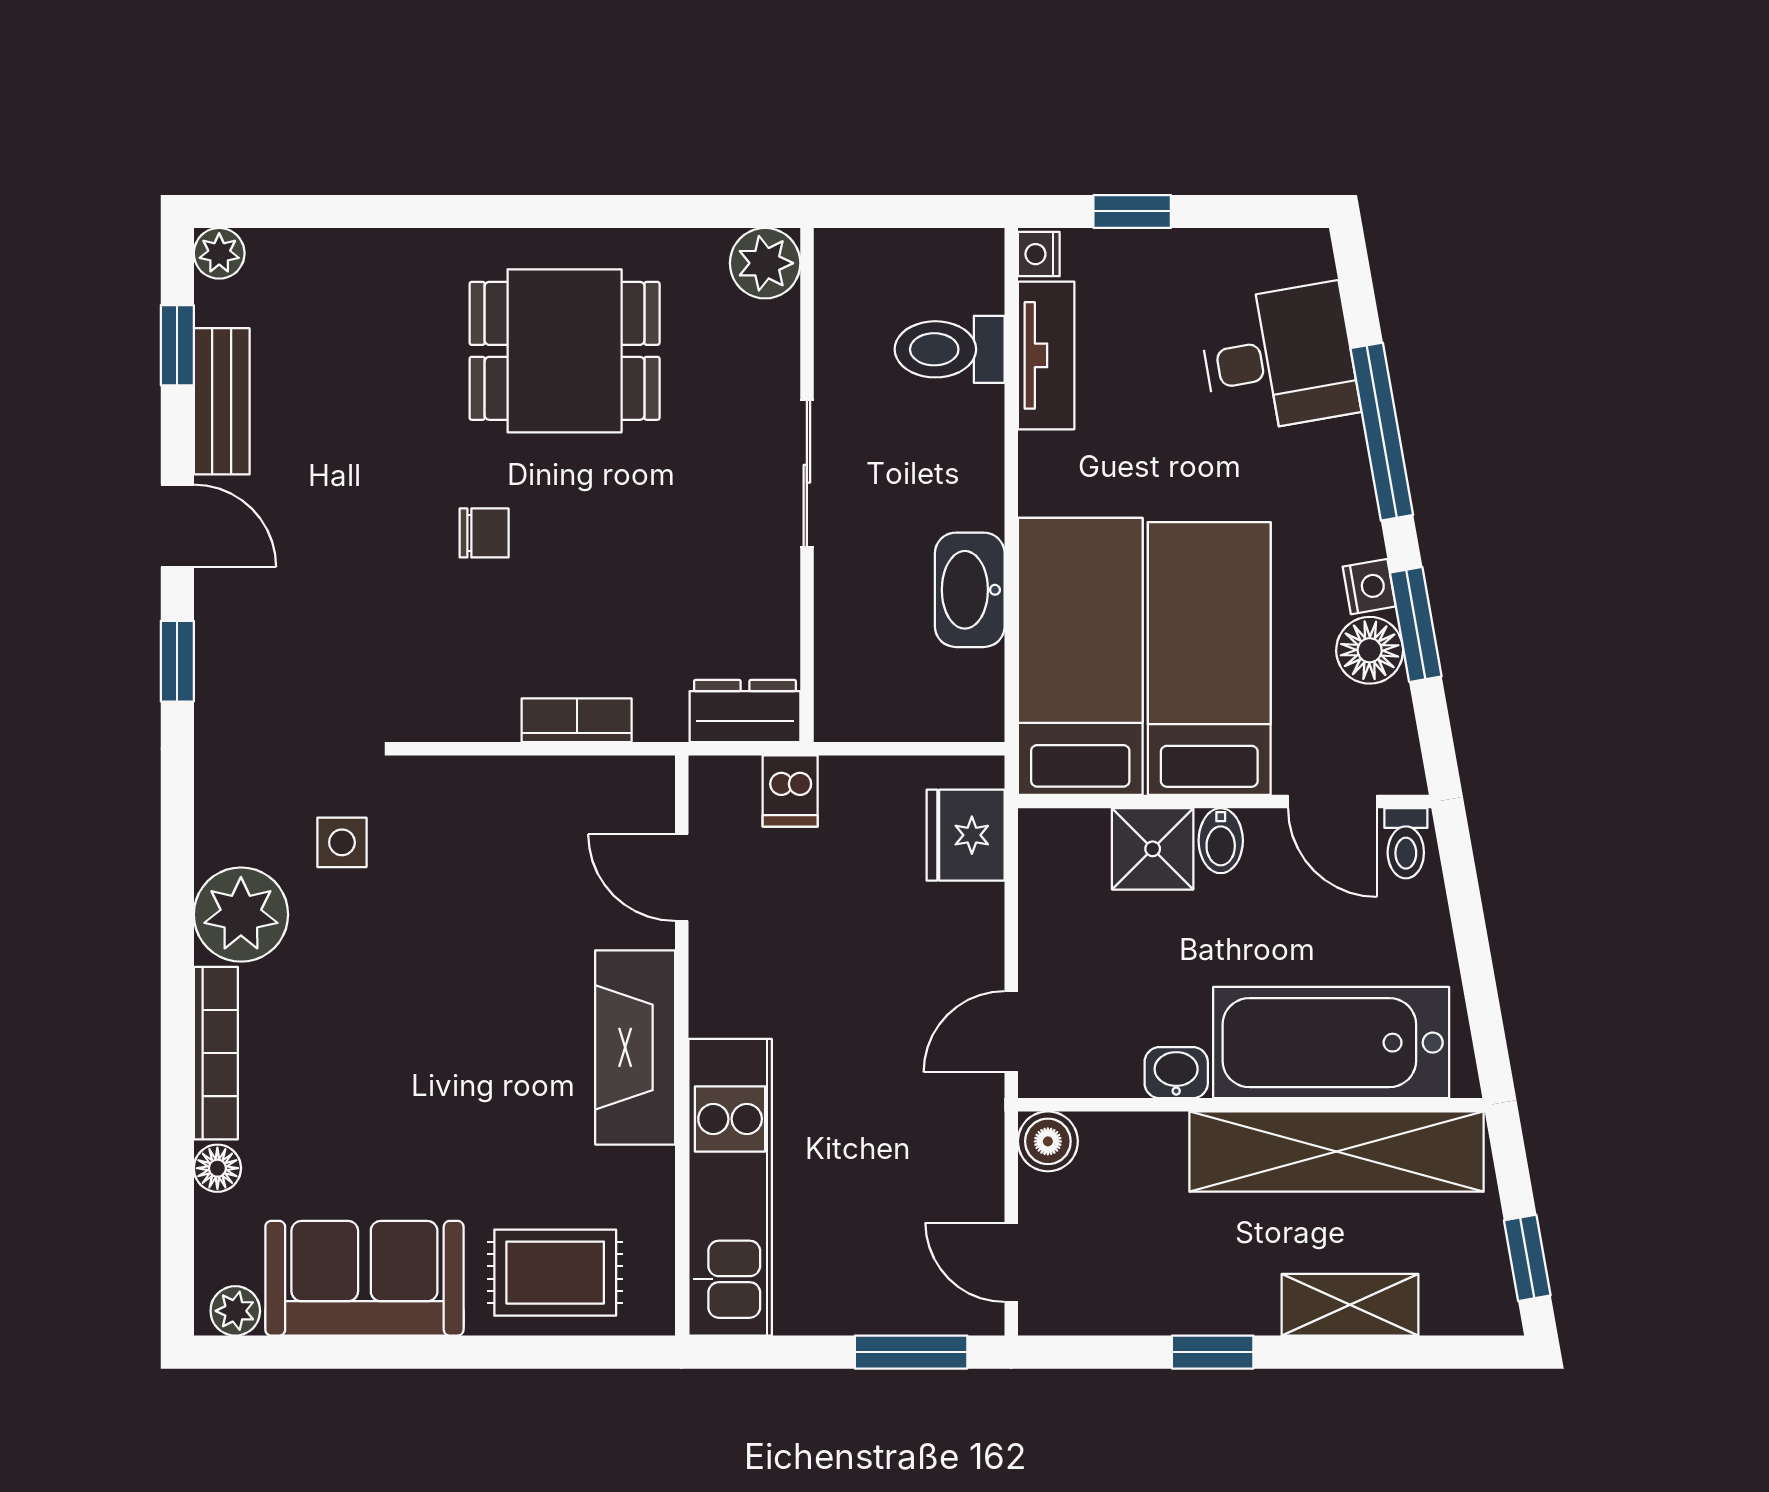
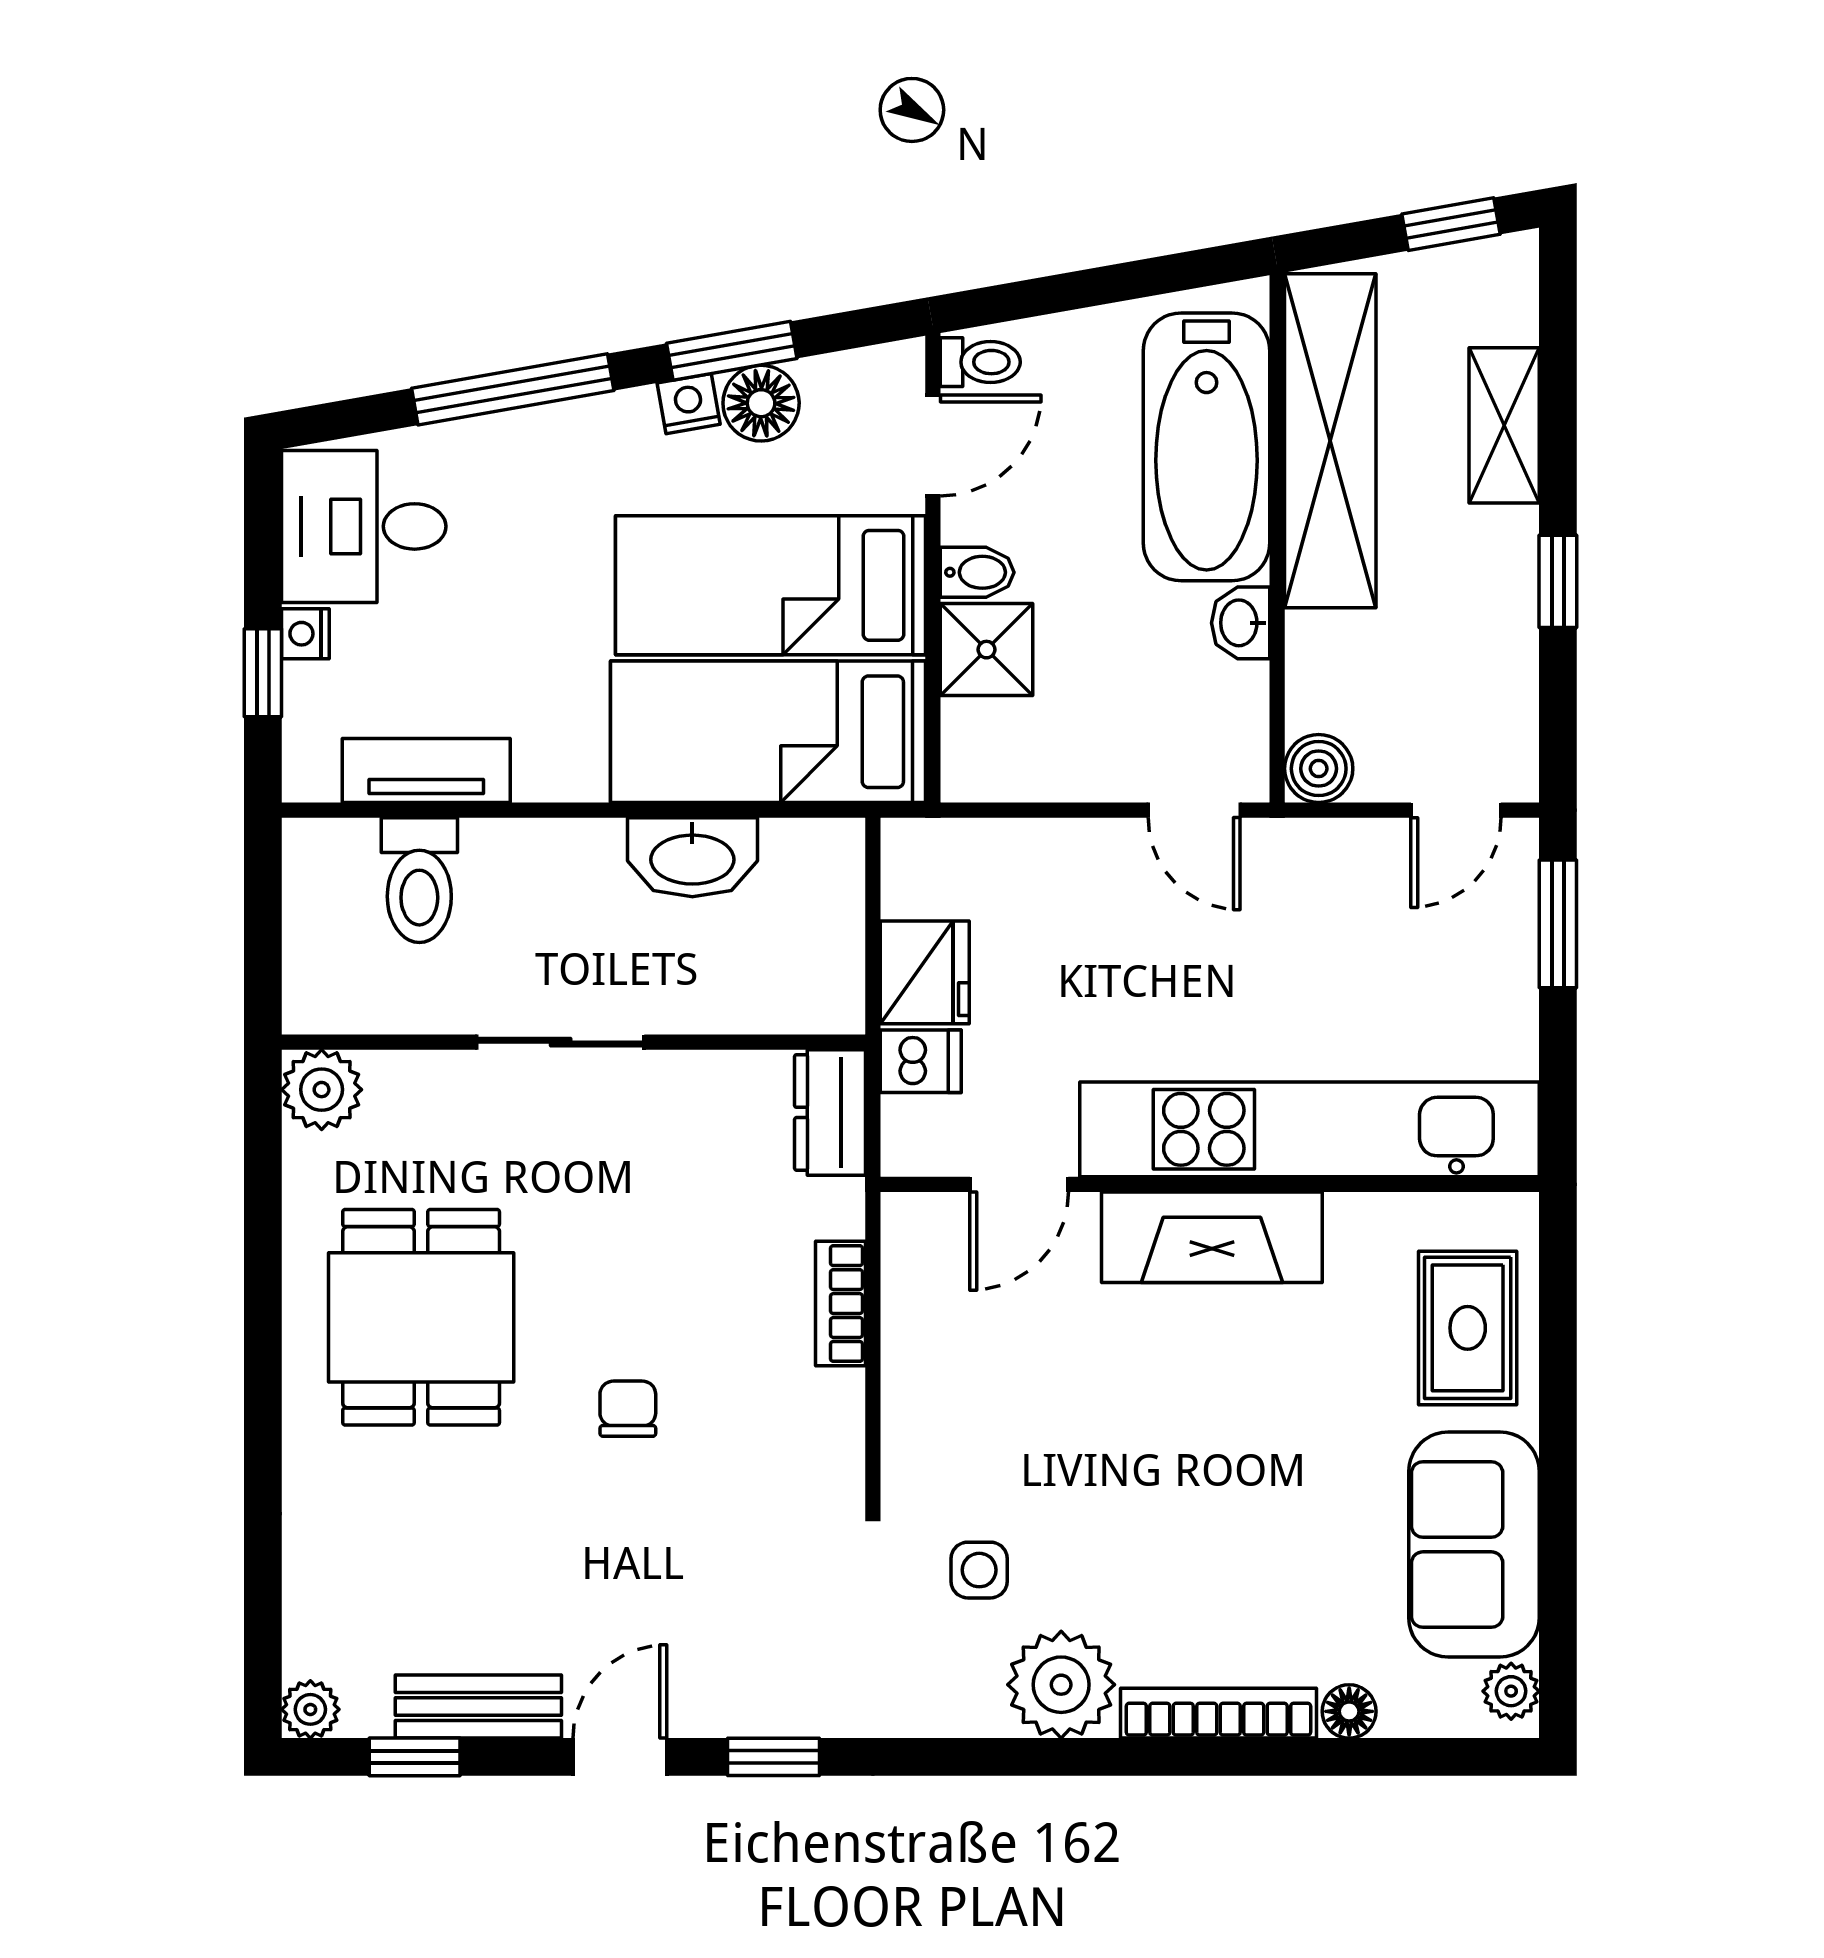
nightstand: (1039, 254) -> (305, 634), moved, turned 90
desk: (1279, 358) -> (364, 526), moved, turned -80
fridge: (966, 835) -> (925, 972), moved, turned -90
kitchen unit: (730, 1187) -> (1309, 1129), width x1.36

